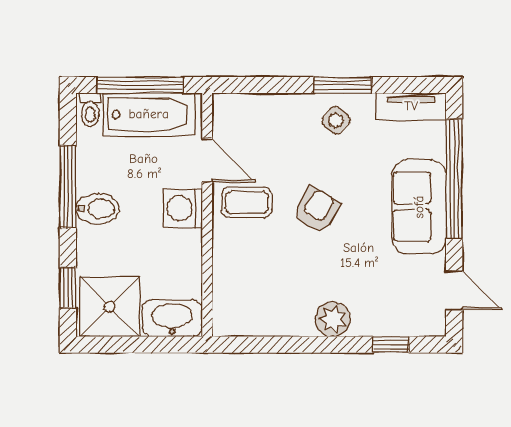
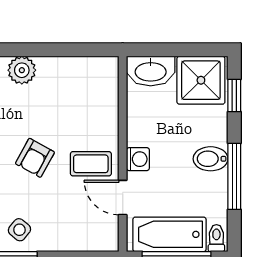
washing machine: (183, 208) -> (138, 159), width x0.73, depth x0.73

